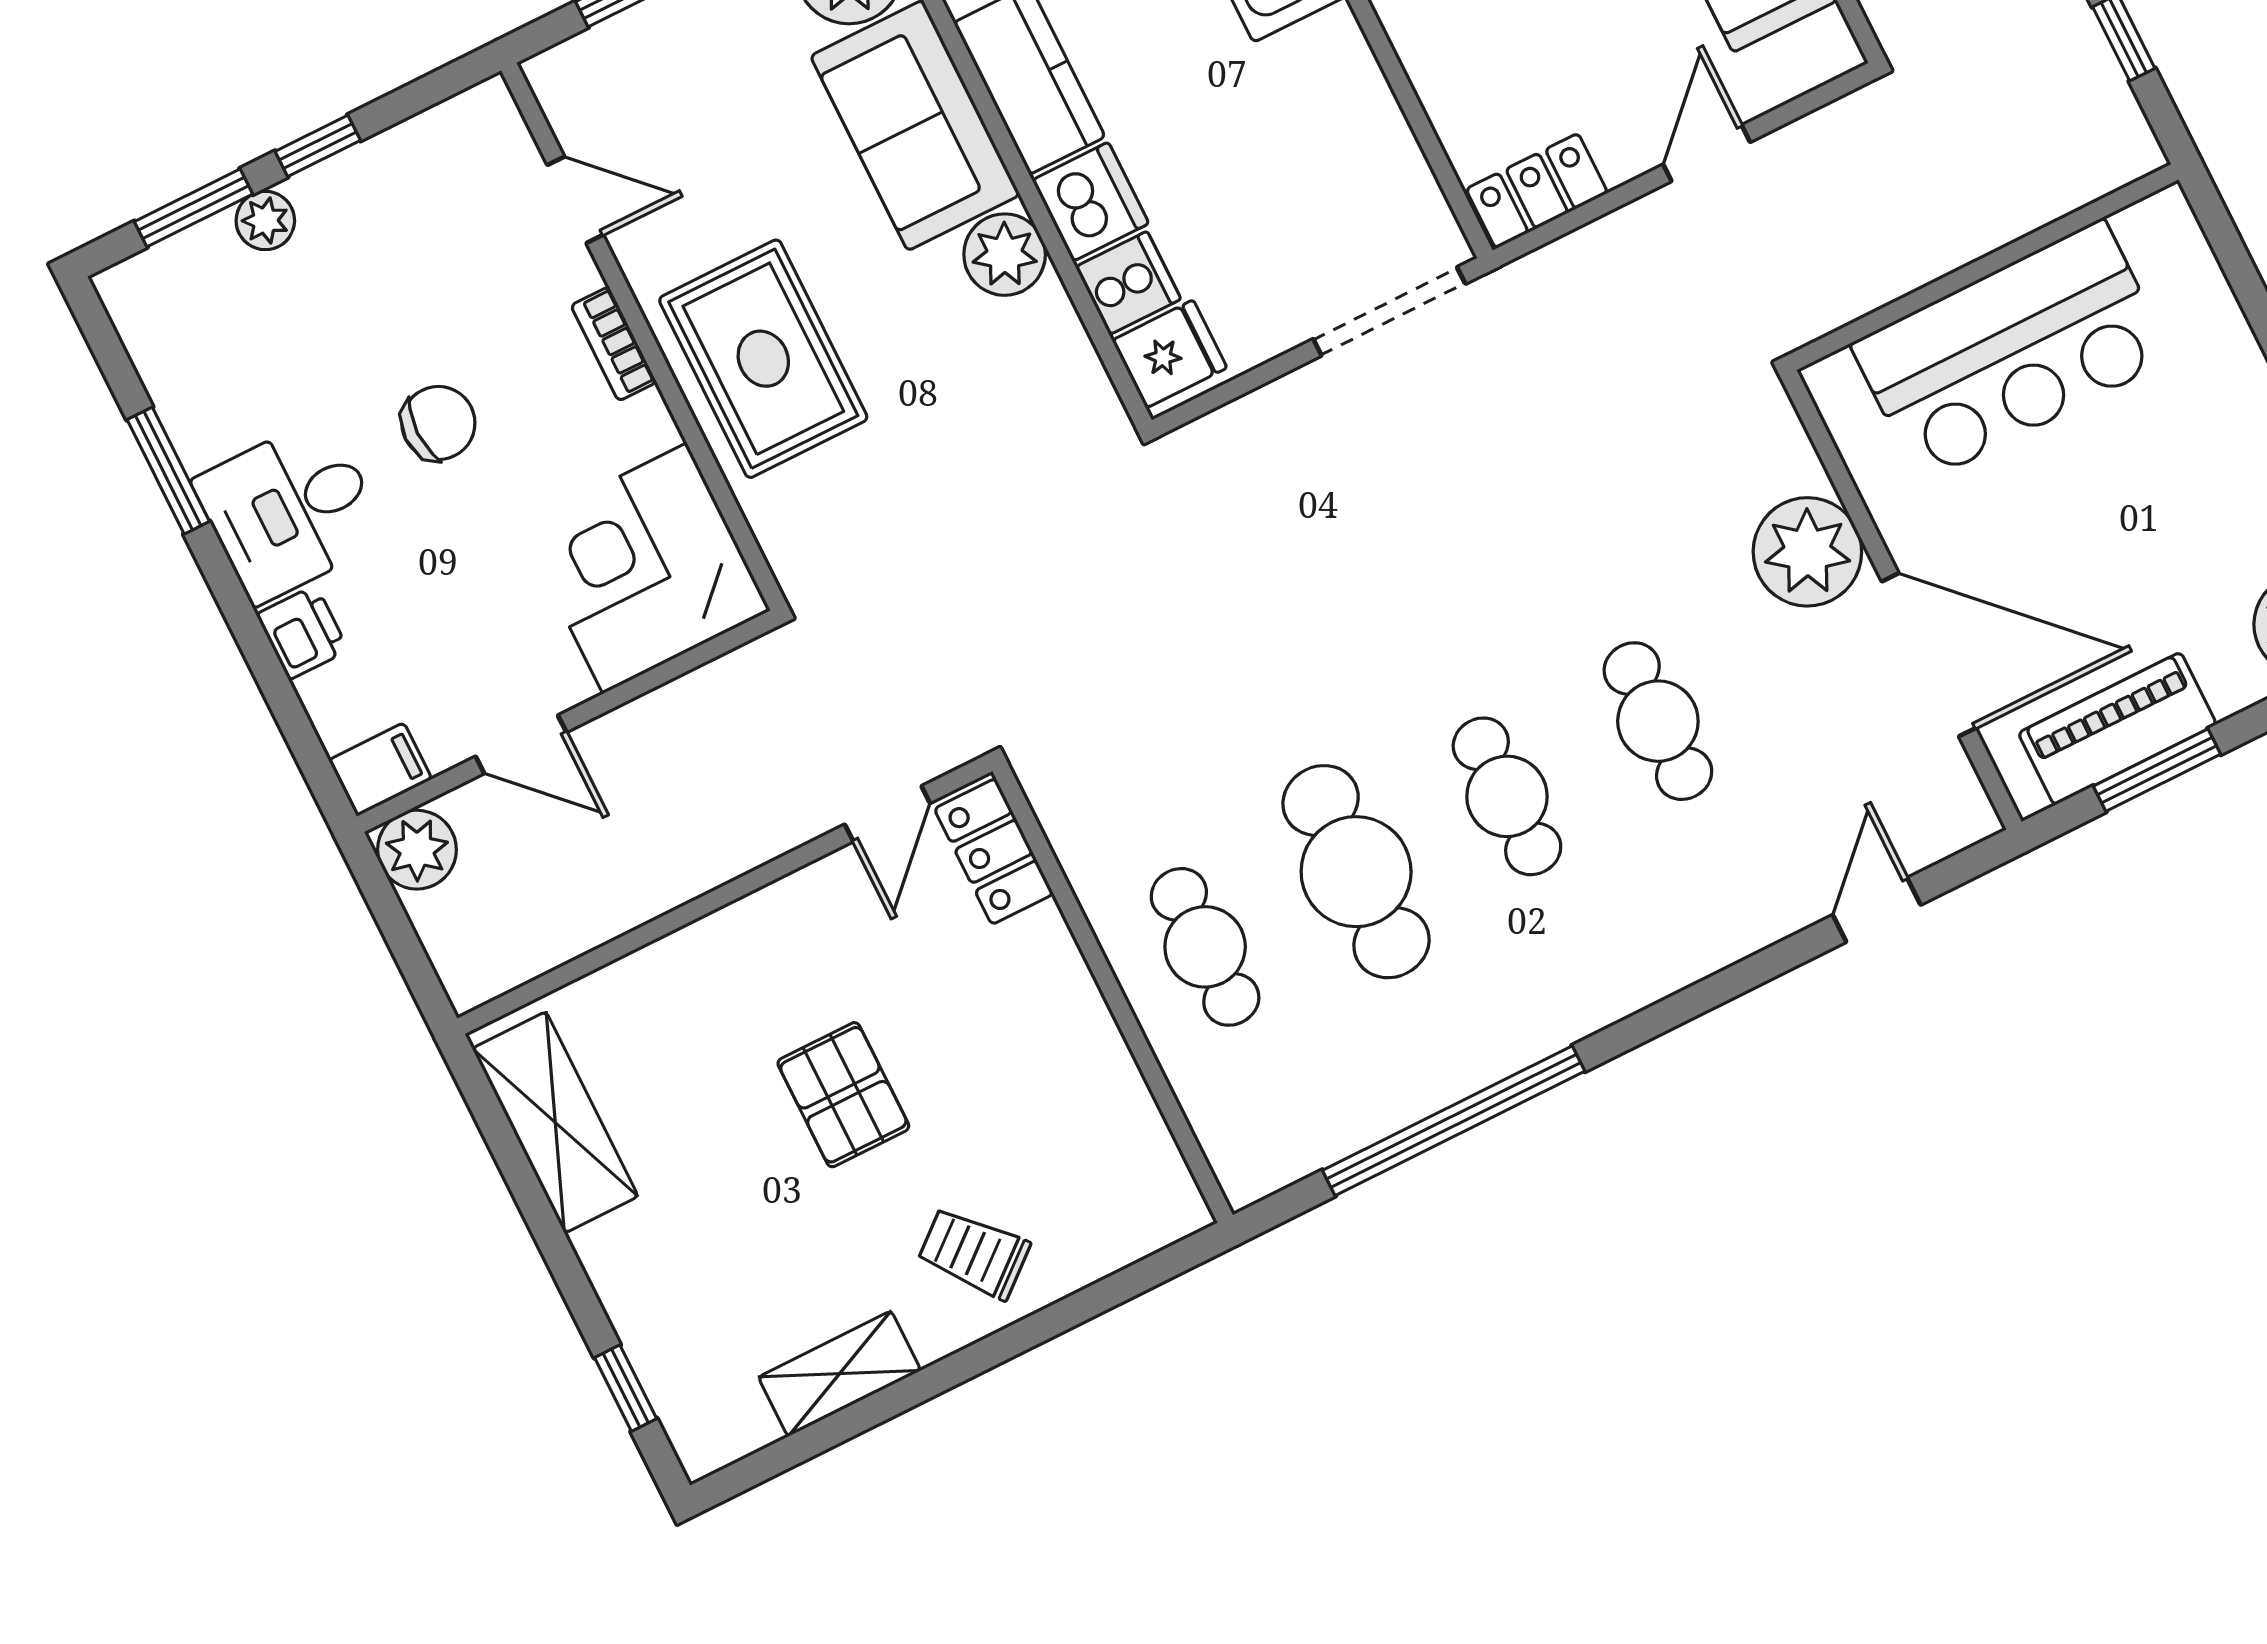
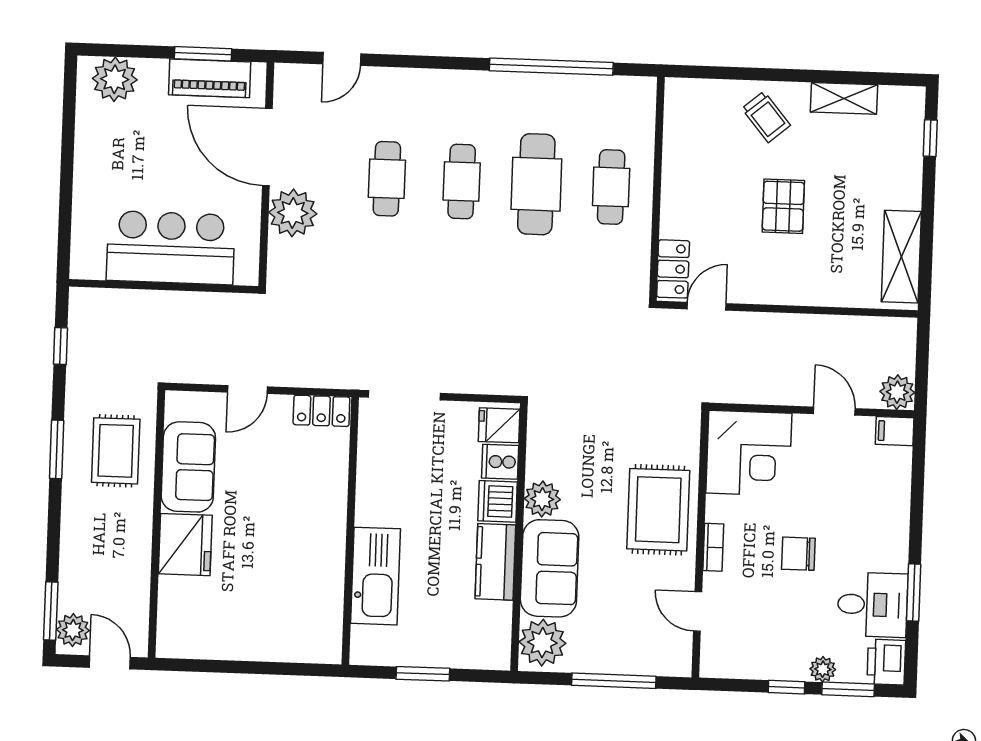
desk: (290, 510) -> (872, 605), moved
printer: (302, 632) -> (886, 662), moved, width x1.36, depth x1.24

